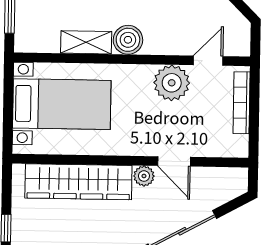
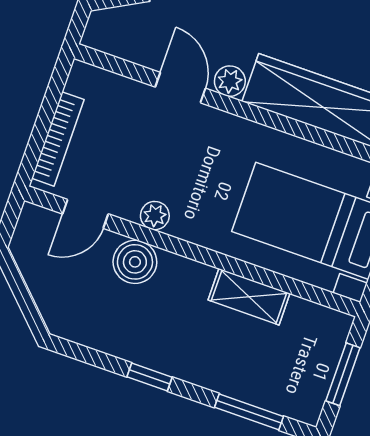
boiler: (128, 40) -> (135, 262), moved
plant: (172, 83) -> (155, 216), width x0.53, depth x0.53

